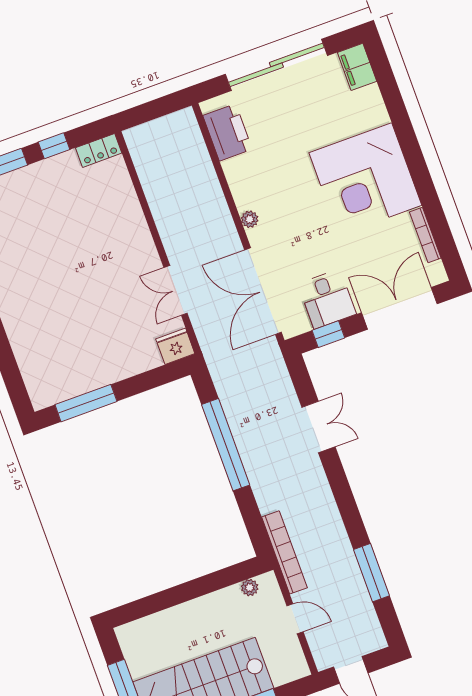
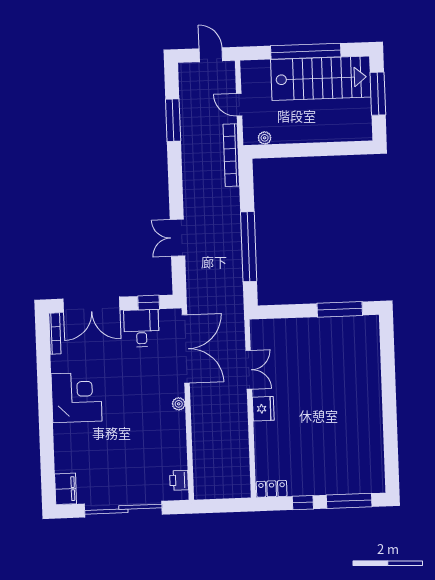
printer: (228, 132) -> (179, 480), width x0.53, depth x0.68
corner desk: (365, 179) -> (77, 397), width x0.74, depth x0.74
bookcase: (425, 235) -> (55, 334), moved
fridge: (175, 346) -> (263, 409), moved, turned -90

